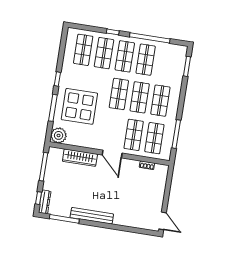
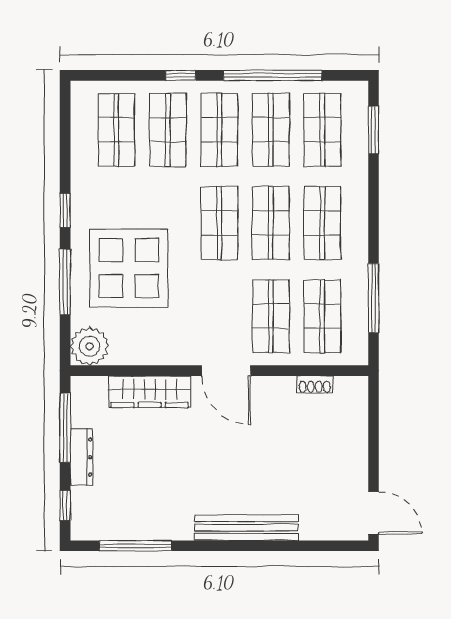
shop shelf: (166, 63) -> (322, 130), added
dresser: (45, 202) -> (81, 457), moved
bench: (92, 216) -> (246, 528), moved

